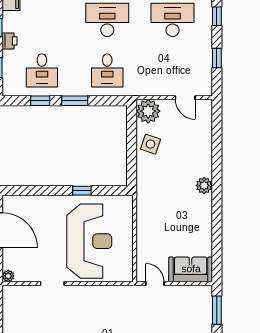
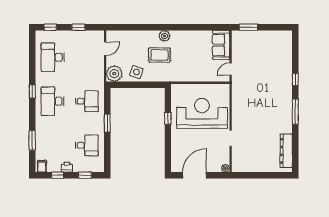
window: (40, 101) -> (107, 146), removed
rug: (176, 178) -> (159, 55), added

